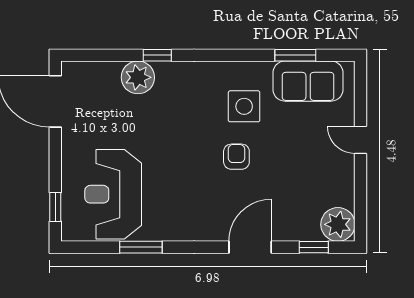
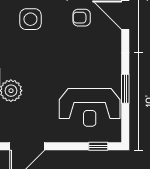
armchair: (236, 157) -> (82, 18), moved

